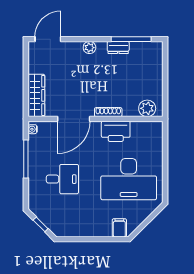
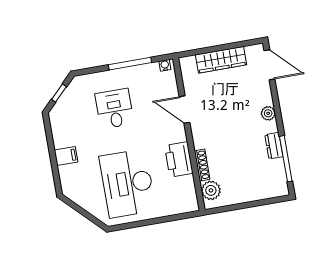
wardrobe: (36, 95) -> (221, 60), moved
shoe rack: (108, 112) -> (202, 165), moved
door: (74, 119) -> (185, 110), width x0.73
desk: (62, 179) -> (114, 109), turned 180
filing cabinet: (119, 228) -> (66, 156), moved

